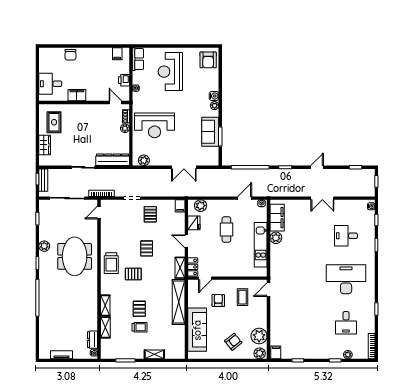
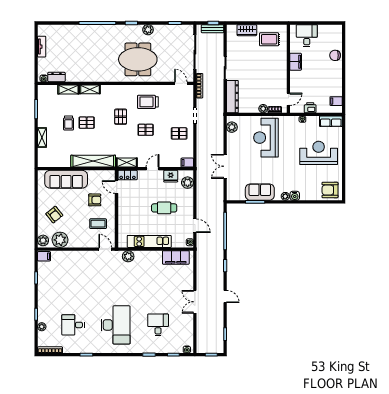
plant: (276, 238) -> (128, 256), moved
trolley: (111, 263) -> (148, 102), moved

